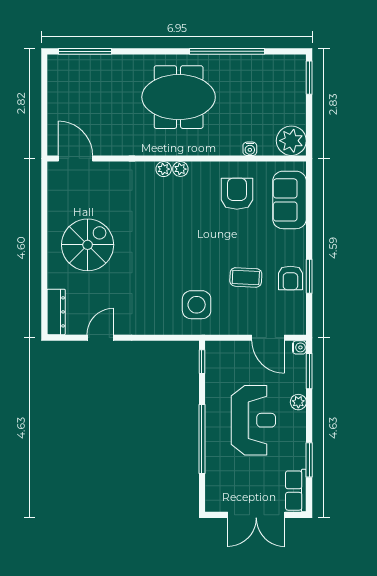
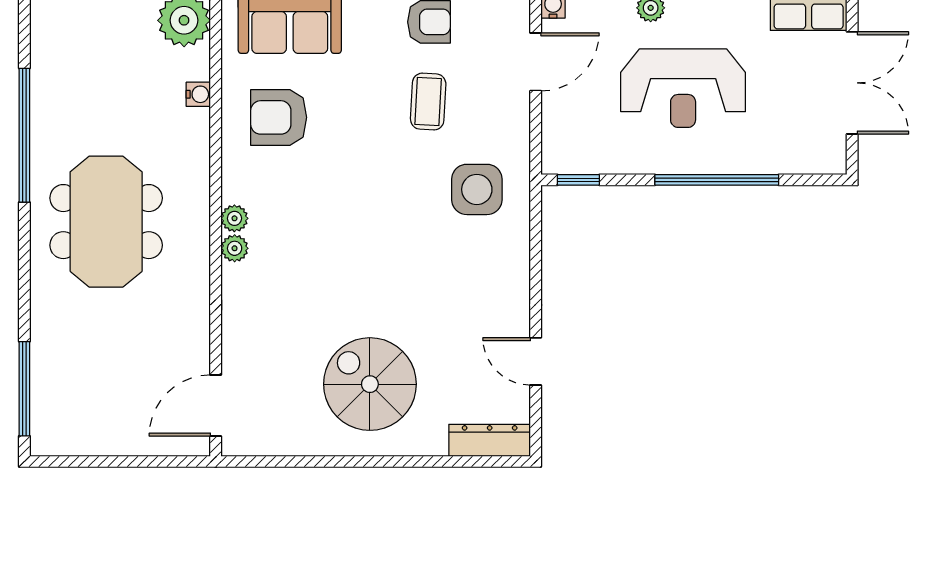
reception desk: (253, 420) -> (683, 88), turned 180

